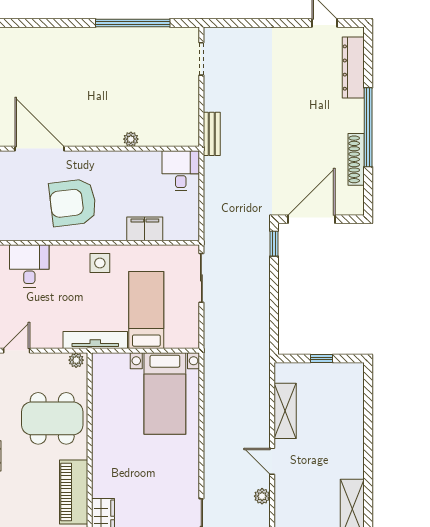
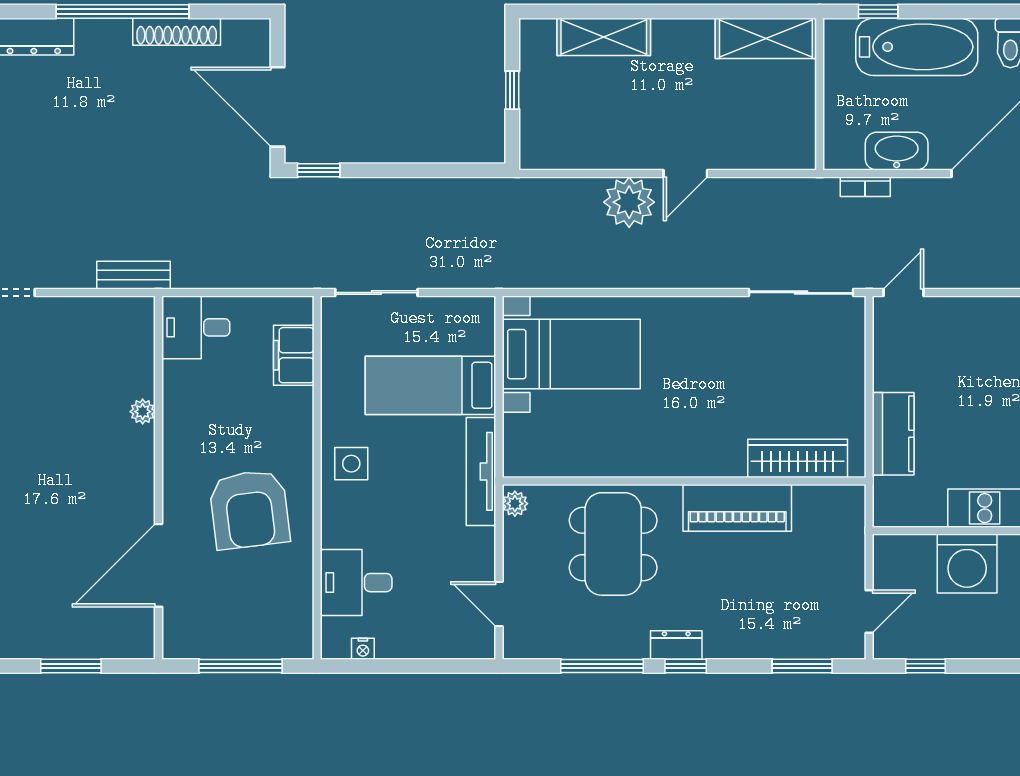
filing cabinet: (145, 229) -> (294, 355), moved
shelving: (285, 411) -> (604, 37), moved
plant: (262, 496) -> (629, 202), moved, width x1.87, depth x1.87

